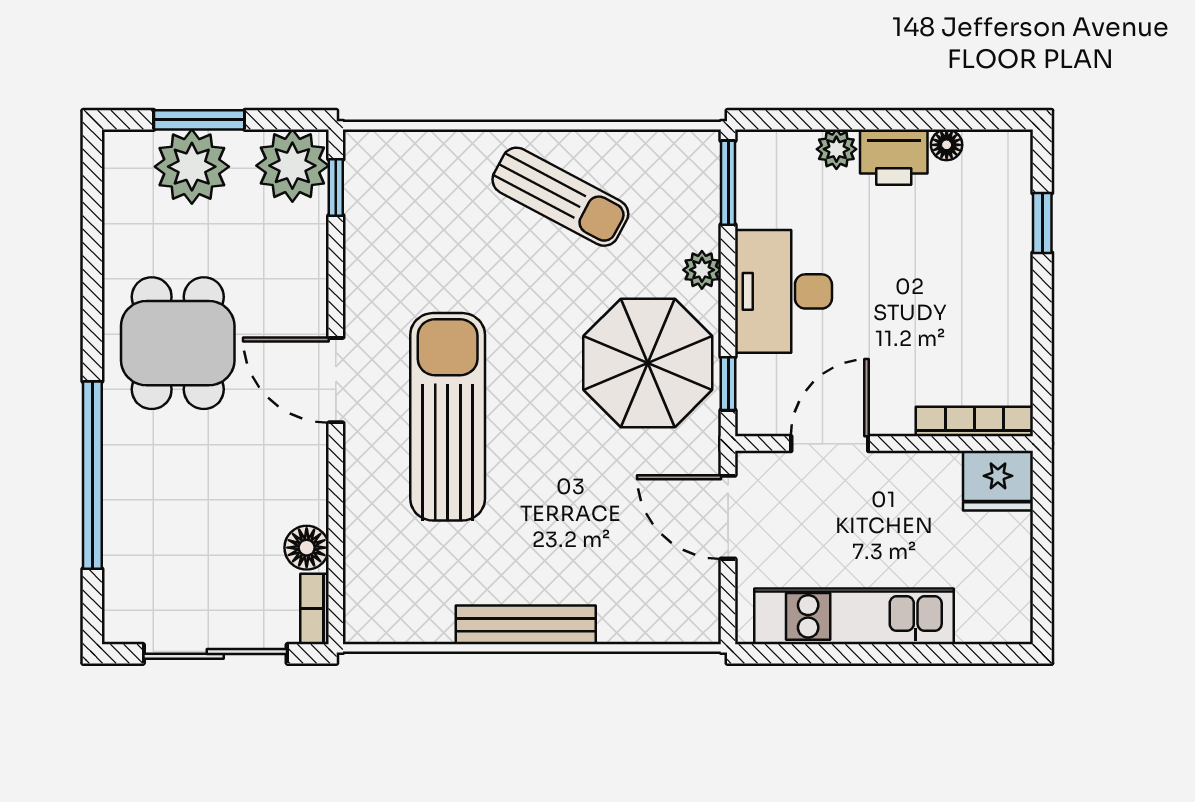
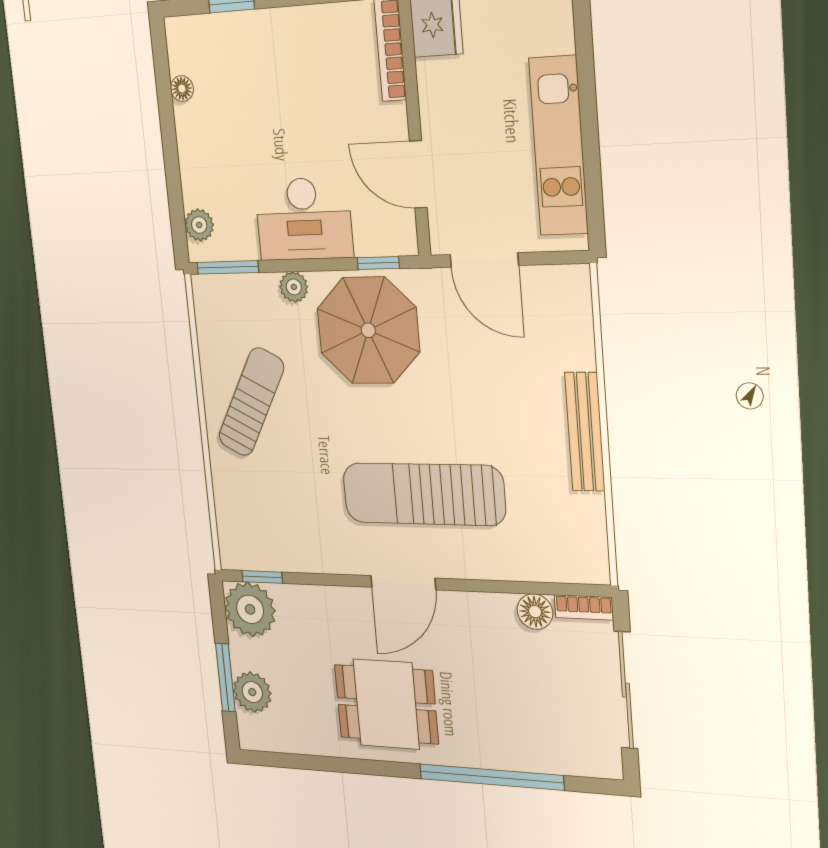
plant: (836, 149) -> (199, 225), moved
printer: (894, 157) -> (195, 132), removed
plant: (192, 167) -> (252, 692), width x0.73, depth x0.73
door: (728, 517) -> (484, 260), hinge flipped

